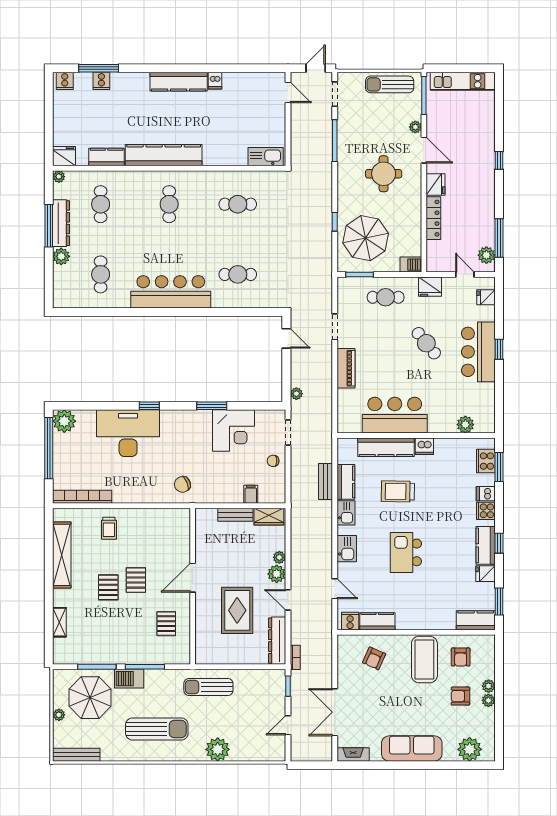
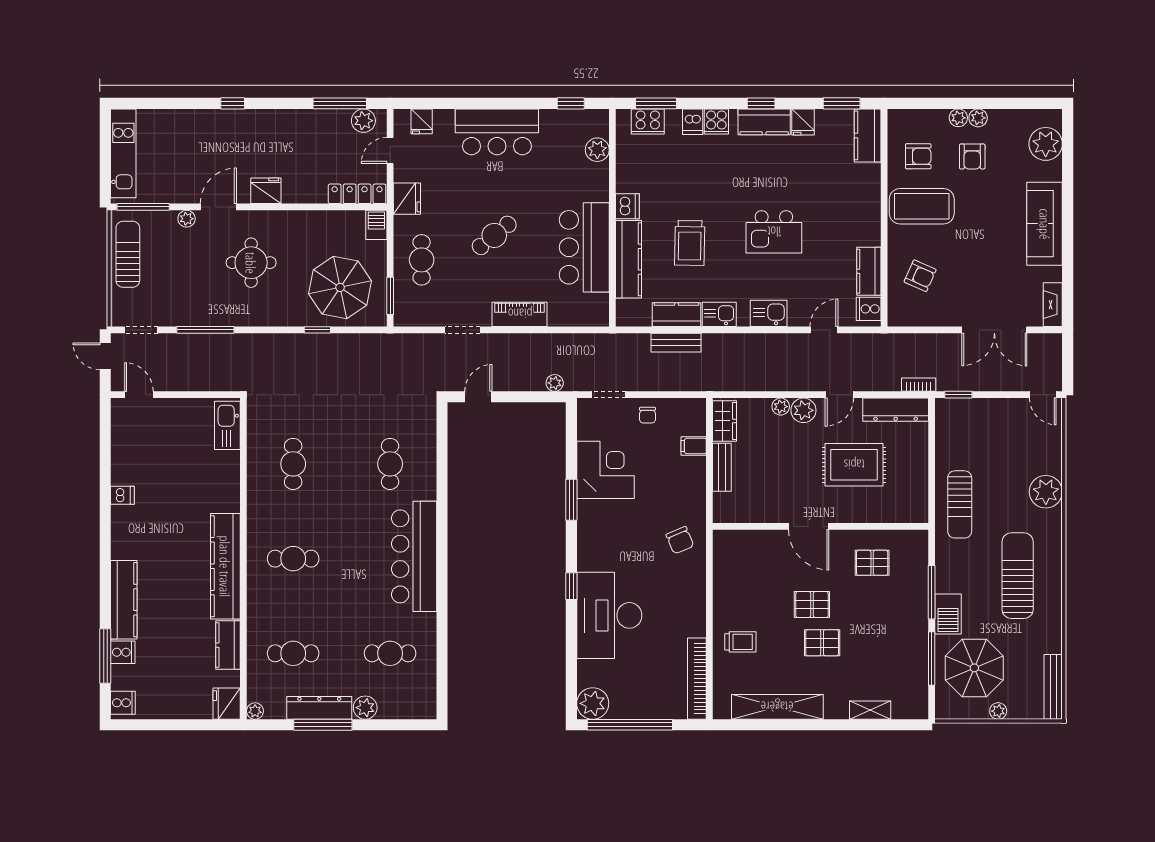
kitchen counter: (179, 82) -> (124, 600), moved
sun lounger: (390, 84) -> (128, 254), turned 180
door: (288, 93) -> (139, 395), hinge flipped
locker: (433, 218) -> (357, 194), moved
cafe table: (426, 343) -> (494, 235), moved
window: (499, 349) -> (571, 103), moved
door: (288, 725) -> (1043, 395), moved

